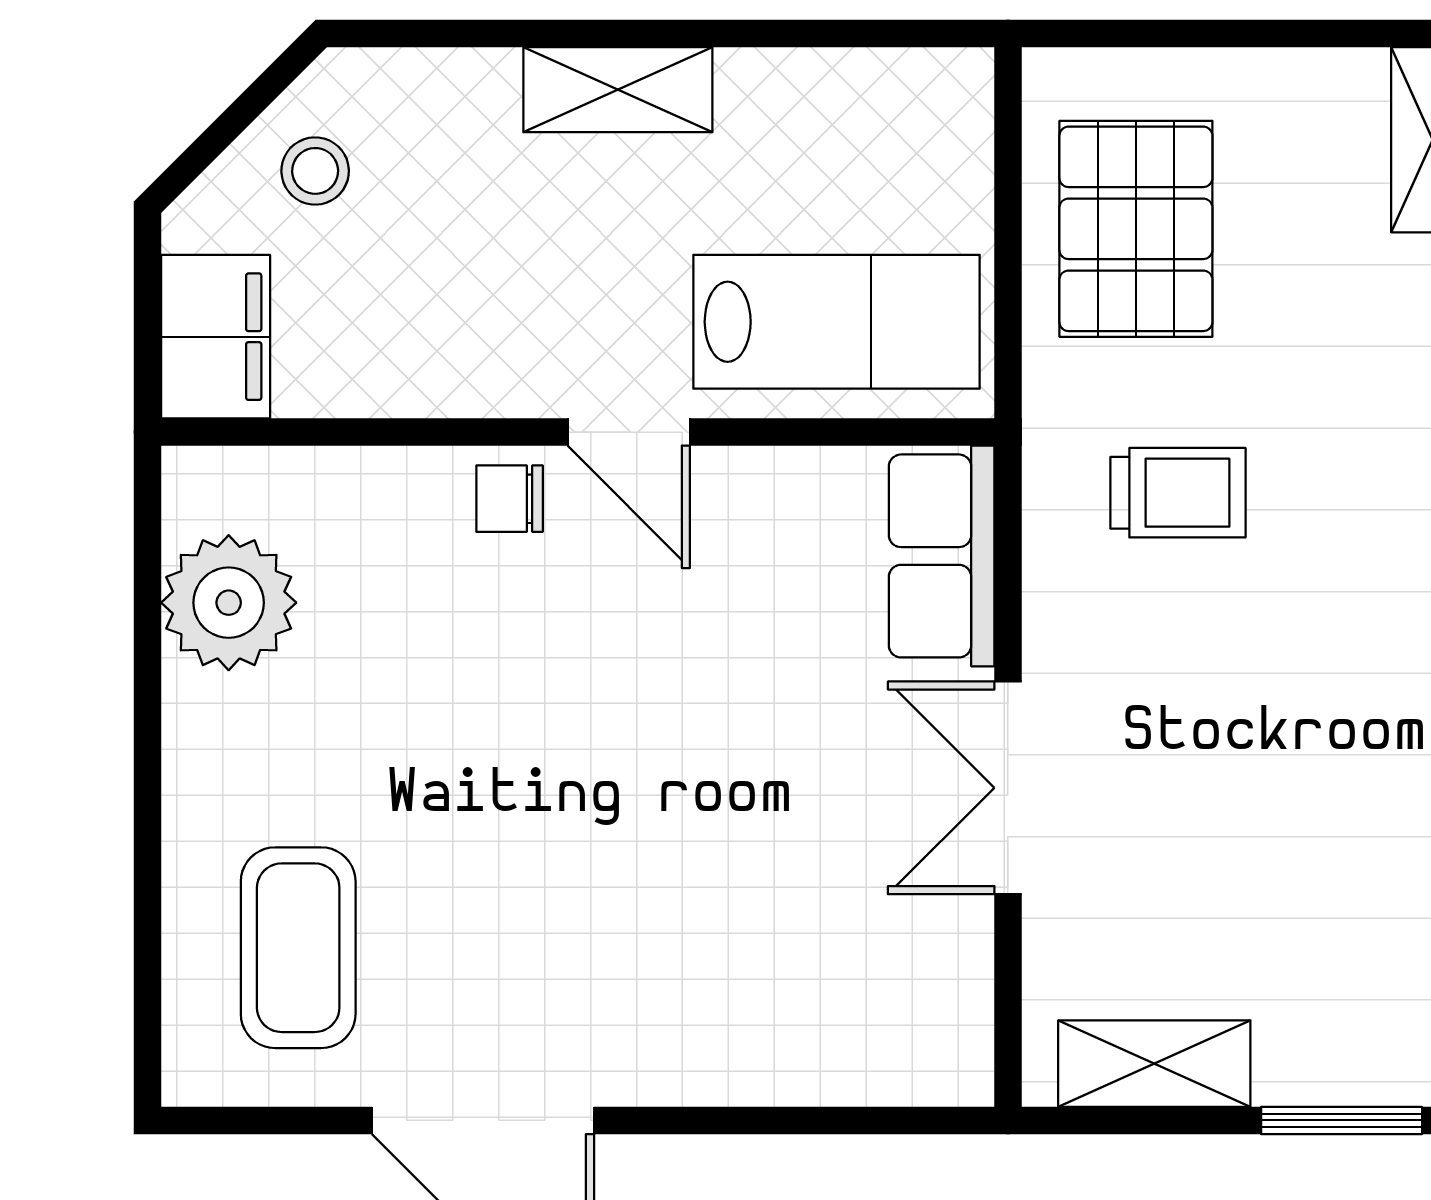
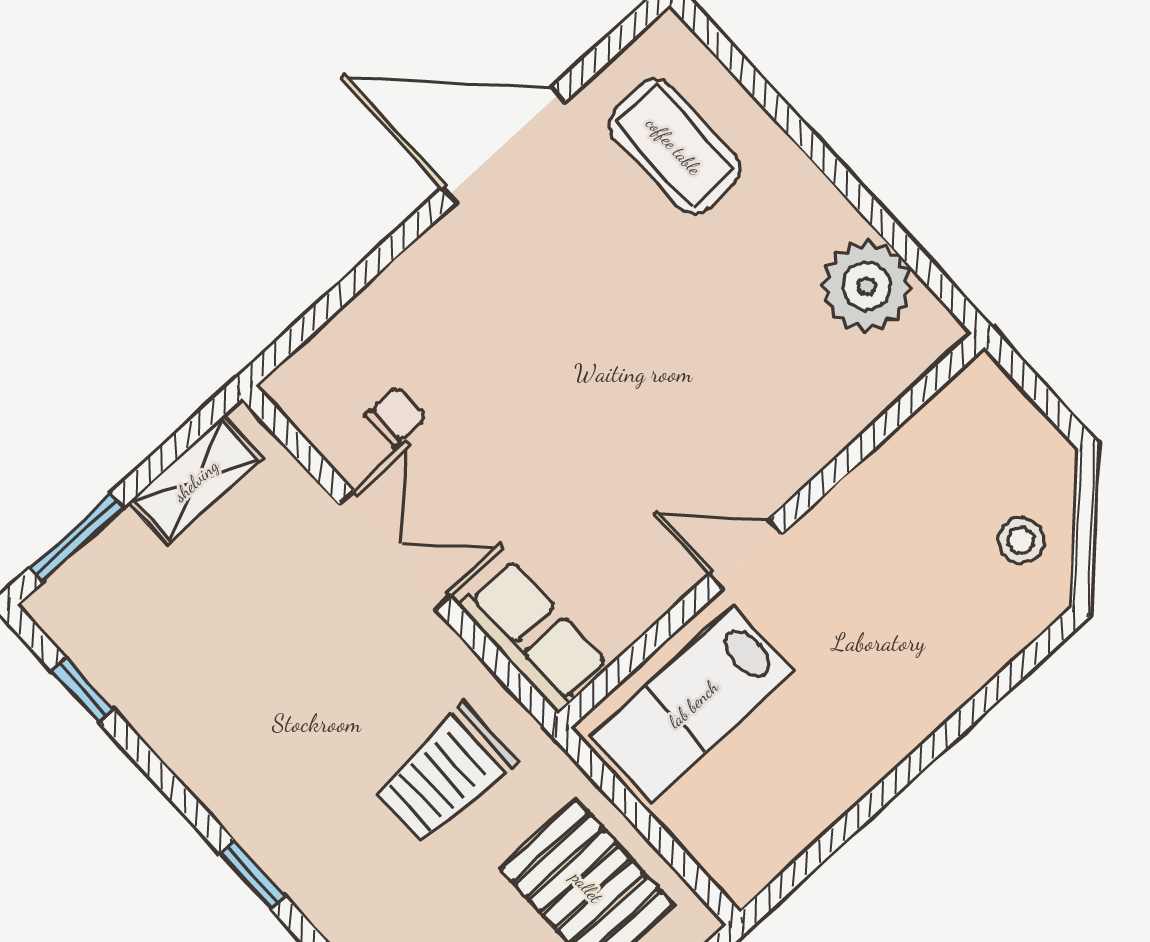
shelving: (618, 90) -> (908, 719), removed
filing cabinet: (216, 337) -> (995, 412), removed
trolley: (1178, 493) -> (445, 775), width x1.36, depth x1.39
chair: (510, 499) -> (396, 416), moved

